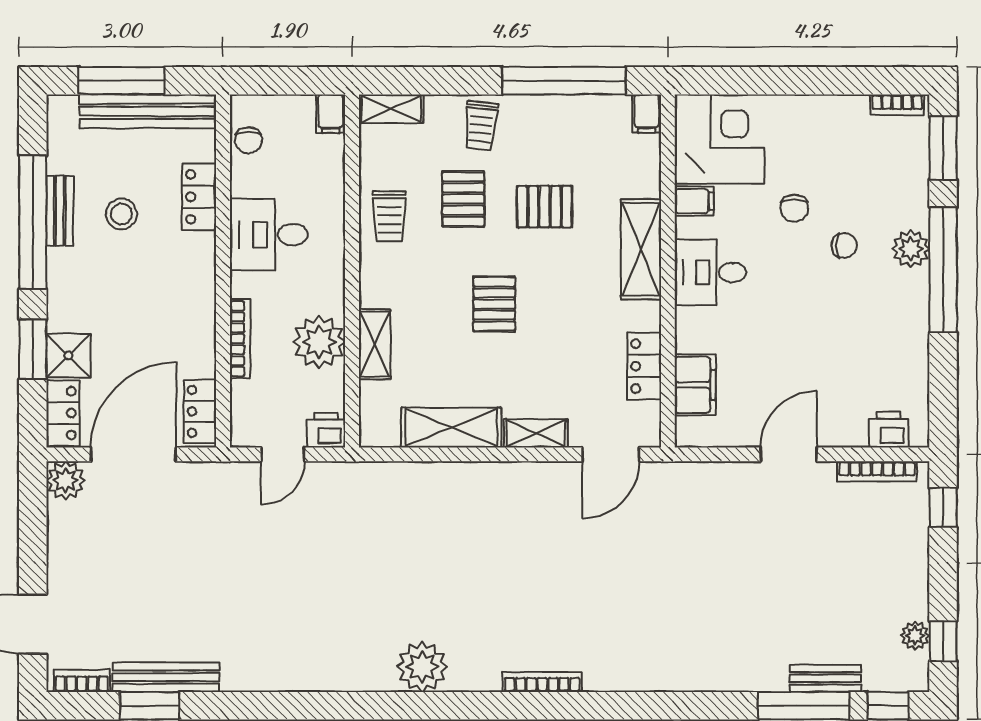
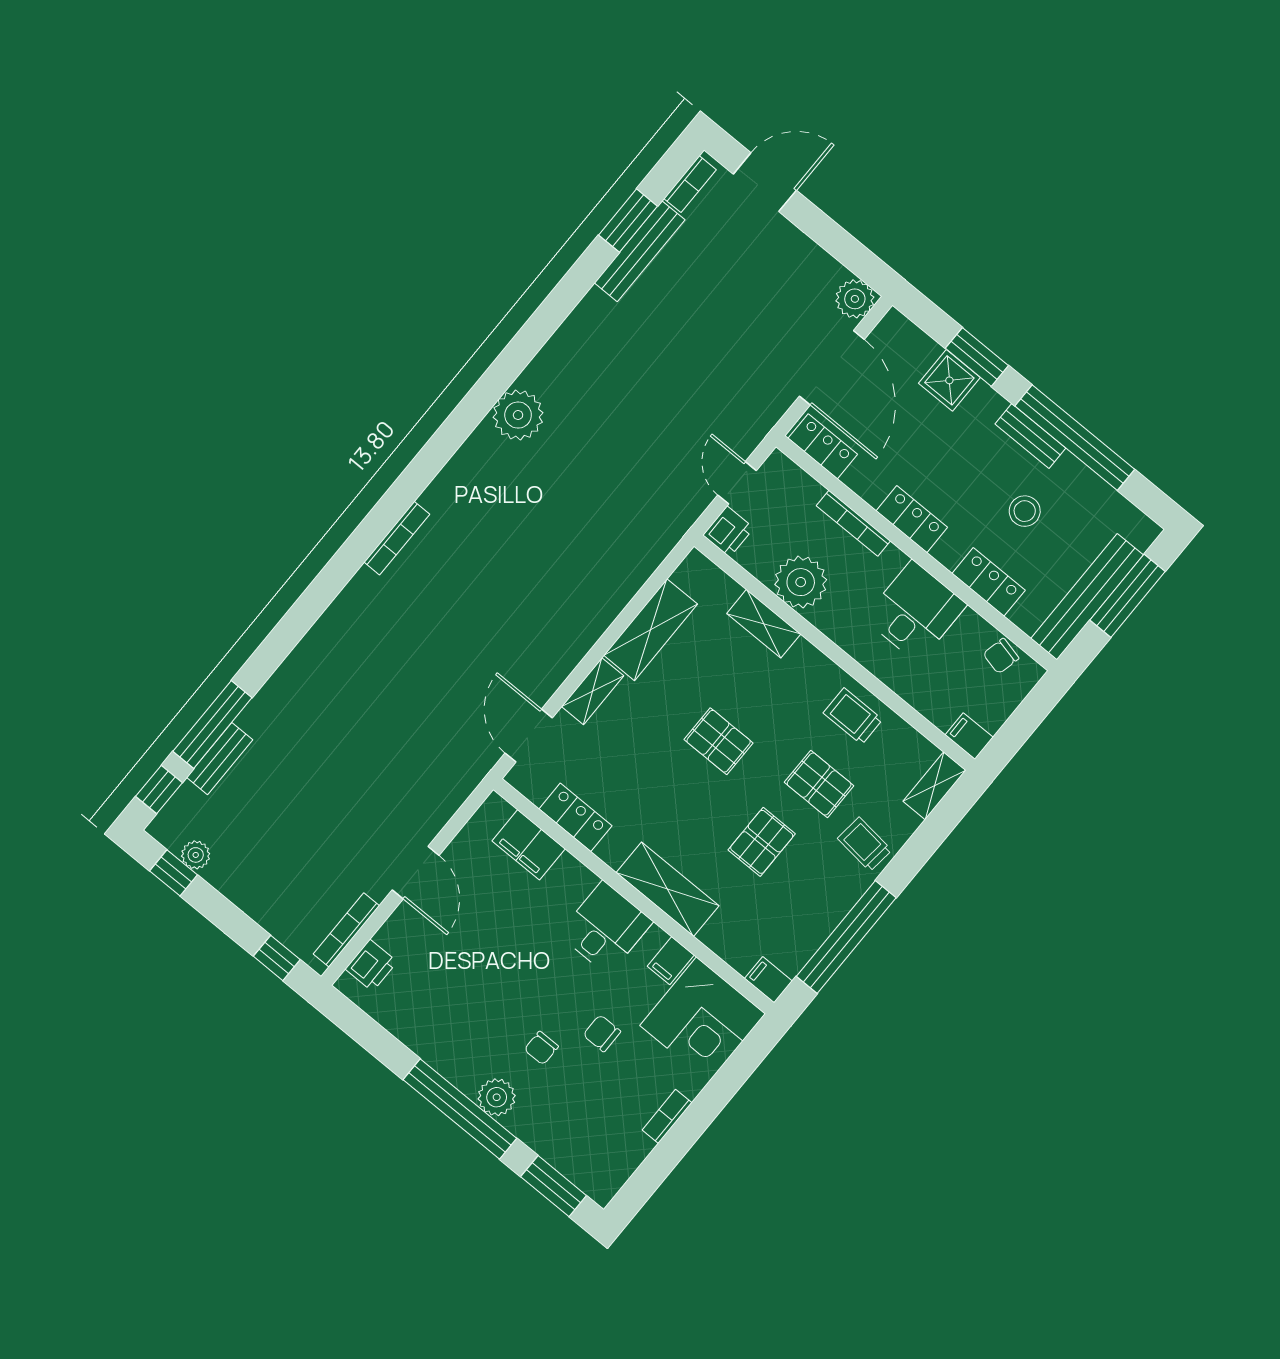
bookcase: (897, 105) -> (667, 1116), moved
chair: (249, 140) -> (1001, 656), turned -77
bench: (60, 211) -> (1030, 436), moved
locker: (63, 413) -> (912, 519), moved, turned 180
plant: (422, 667) -> (518, 415), moved

